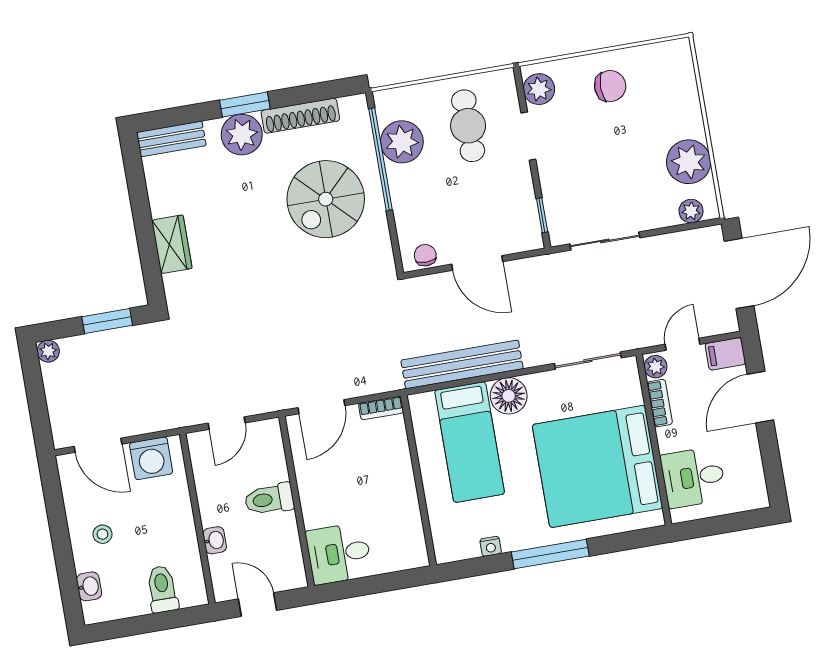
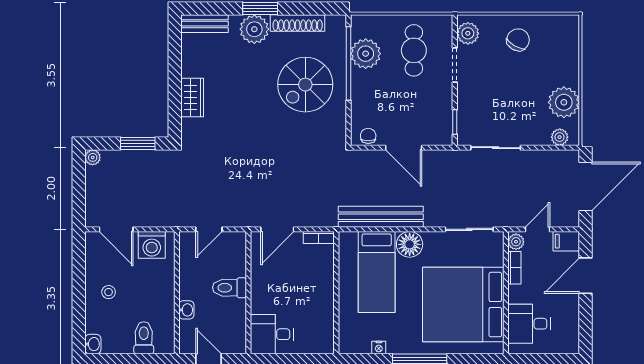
chair: (610, 86) -> (518, 40), turned -60
washbasin: (89, 586) -> (93, 344), moved

